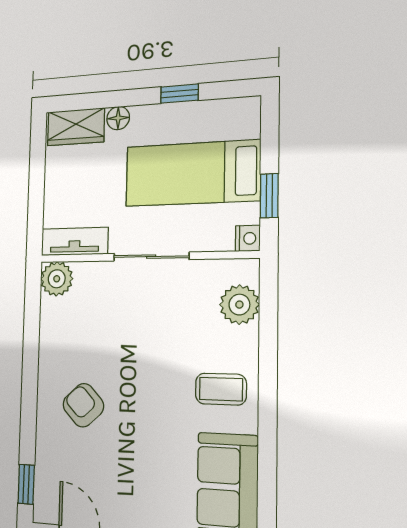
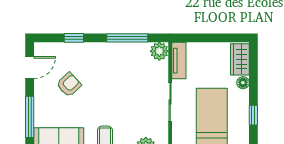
window: (31, 340) -> (127, 38), added
armchair: (83, 405) -> (69, 85), moved
window: (26, 484) -> (74, 38), moved

